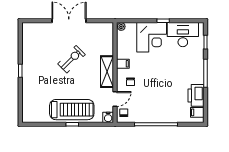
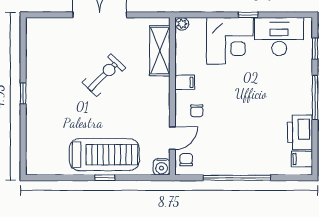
shelving: (107, 72) -> (160, 51), moved

